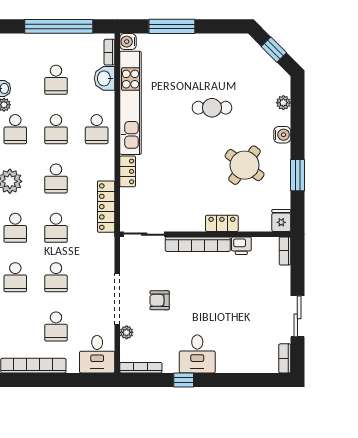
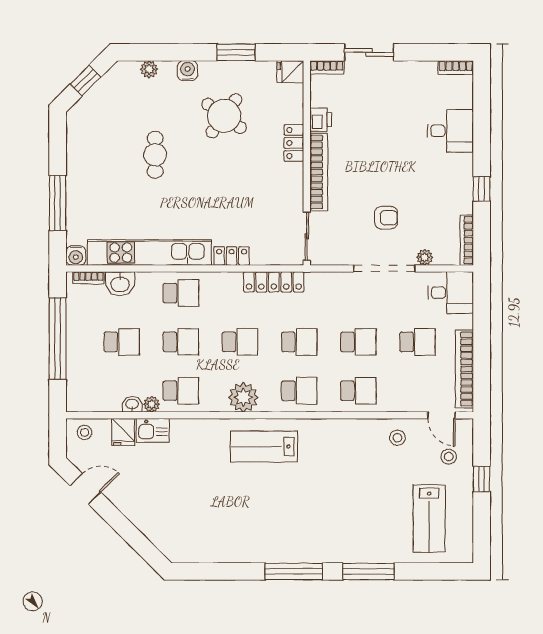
armchair: (160, 300) -> (386, 218), turned -90
sliding door: (297, 316) -> (369, 52), moved
desk: (197, 354) -> (450, 131), moved

